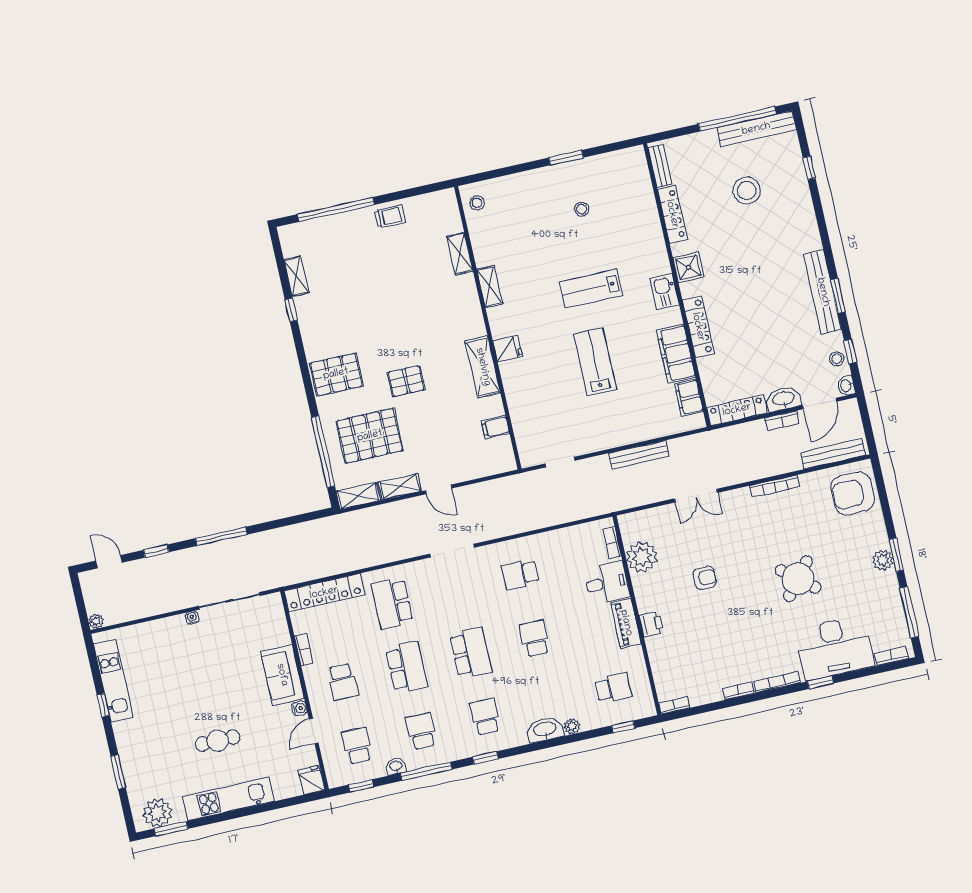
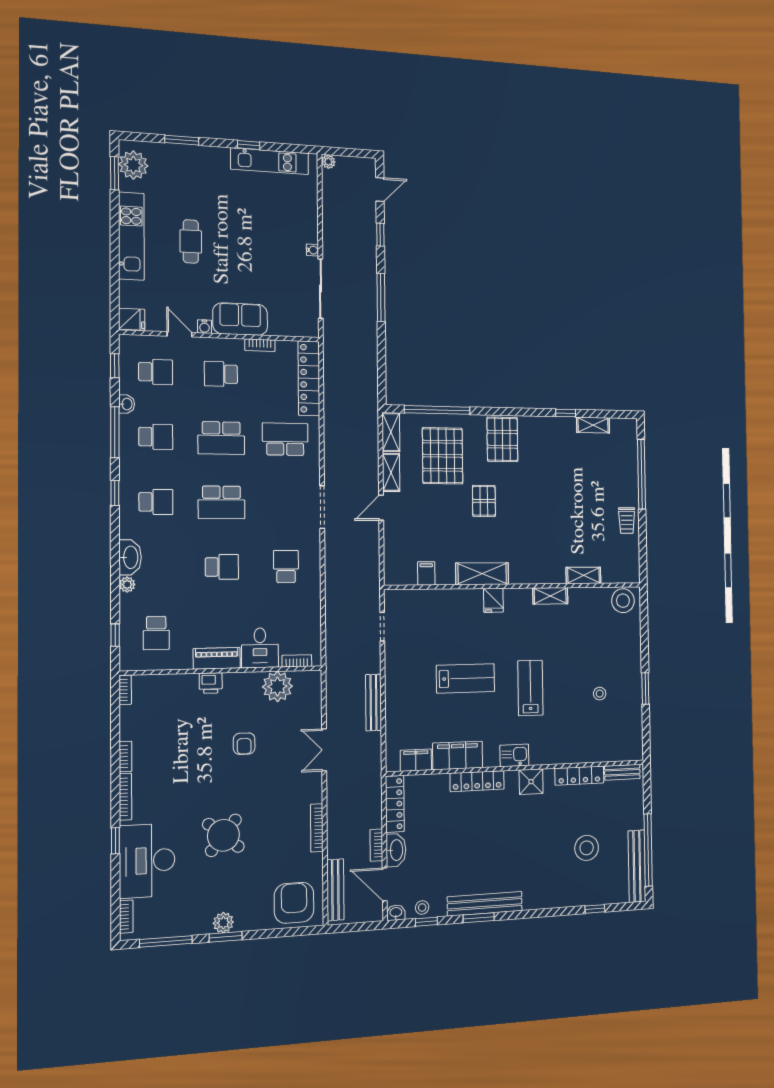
stool: (477, 203) -> (623, 601), width x1.89, depth x1.89

